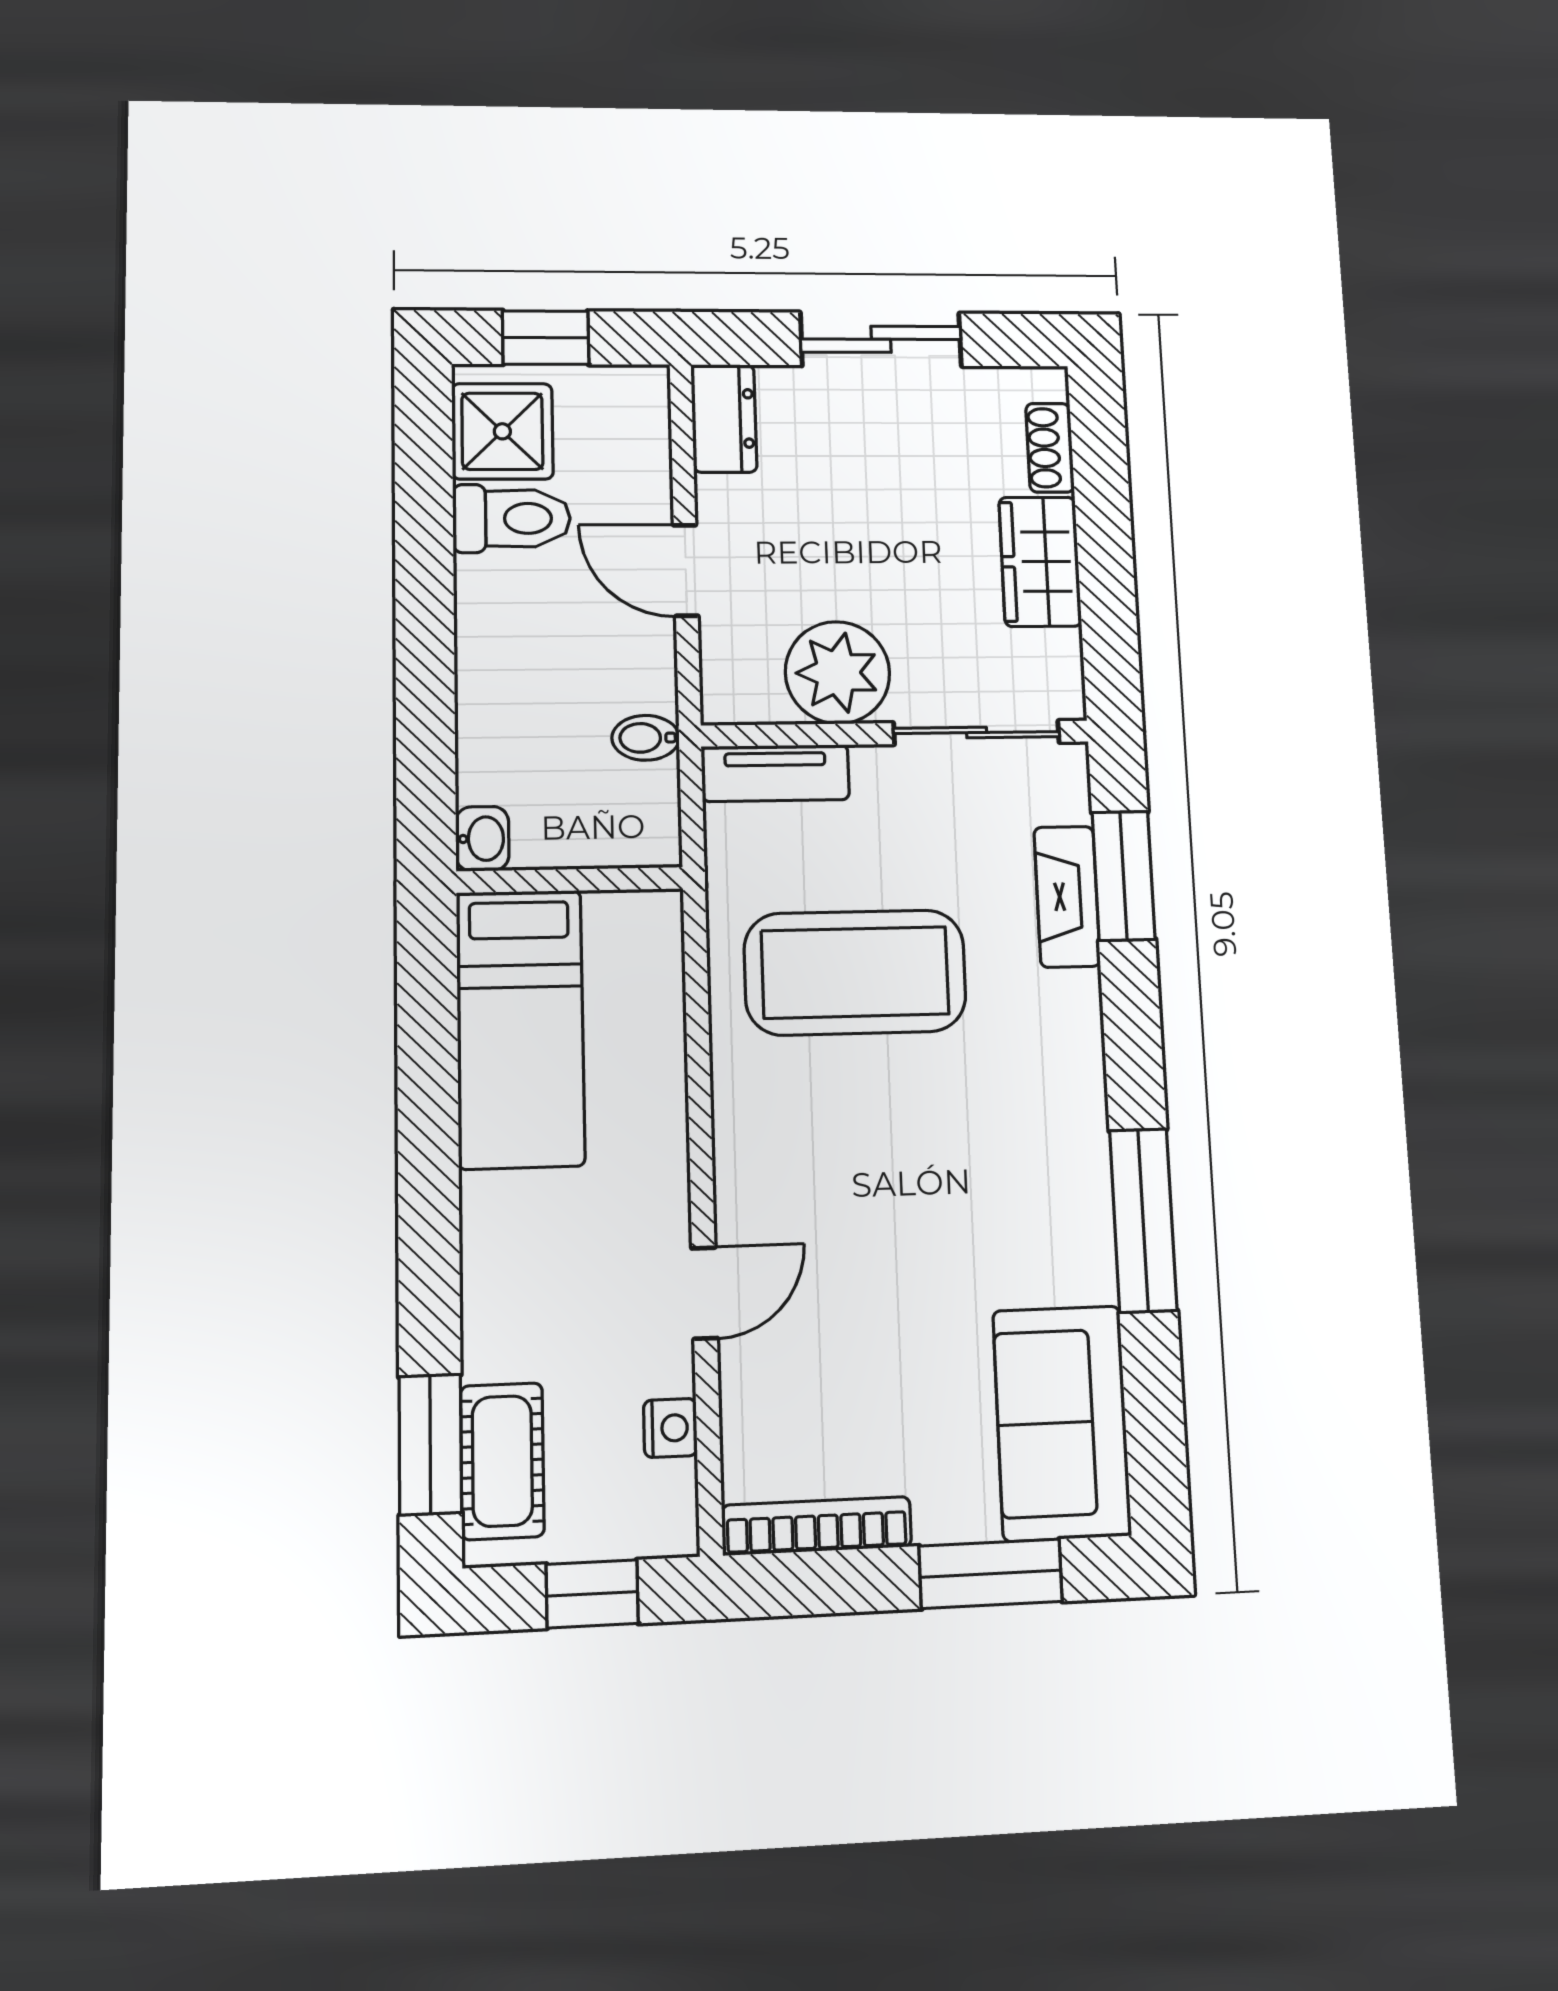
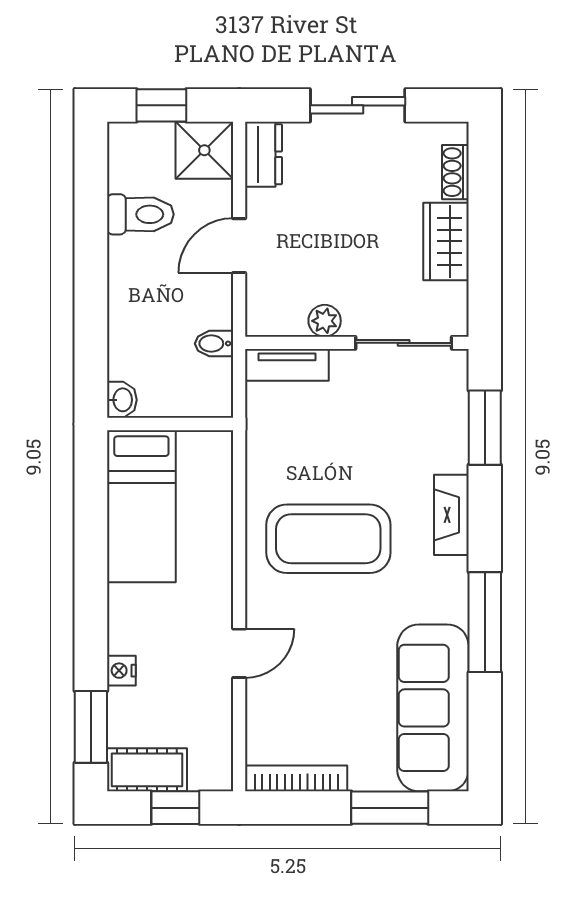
shower: (502, 431) -> (204, 150), moved
door: (686, 570) -> (239, 246), hinge flipped
plant: (838, 673) -> (325, 321), width x0.53, depth x0.53
fireplace: (1067, 897) -> (451, 515), moved
coffee table: (855, 972) -> (328, 539), moved
sofa: (1062, 1423) -> (433, 708), width x1.36
nightstand: (670, 1428) -> (121, 671), moved, turned 180
cot: (502, 1461) -> (147, 770), moved, turned 90

